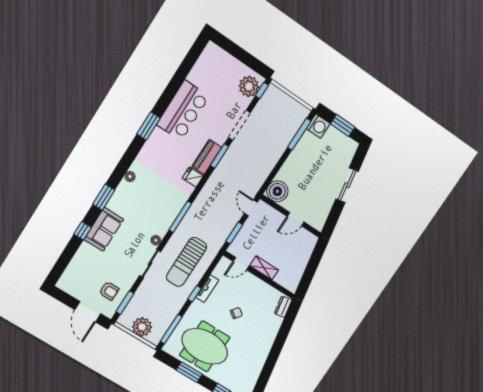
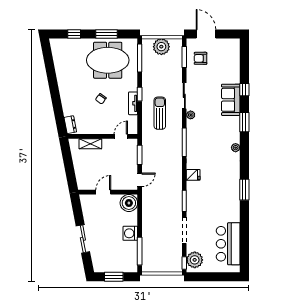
bar counter: (183, 110) -> (228, 244), moved
washing machine: (318, 126) -> (130, 233), moved
piano: (207, 157) -> (192, 195), removed
door: (251, 208) -> (140, 180), hinge flipped
sun lounger: (186, 262) -> (160, 113), width x0.73, depth x0.75
shelving: (264, 268) -> (90, 144), moved

